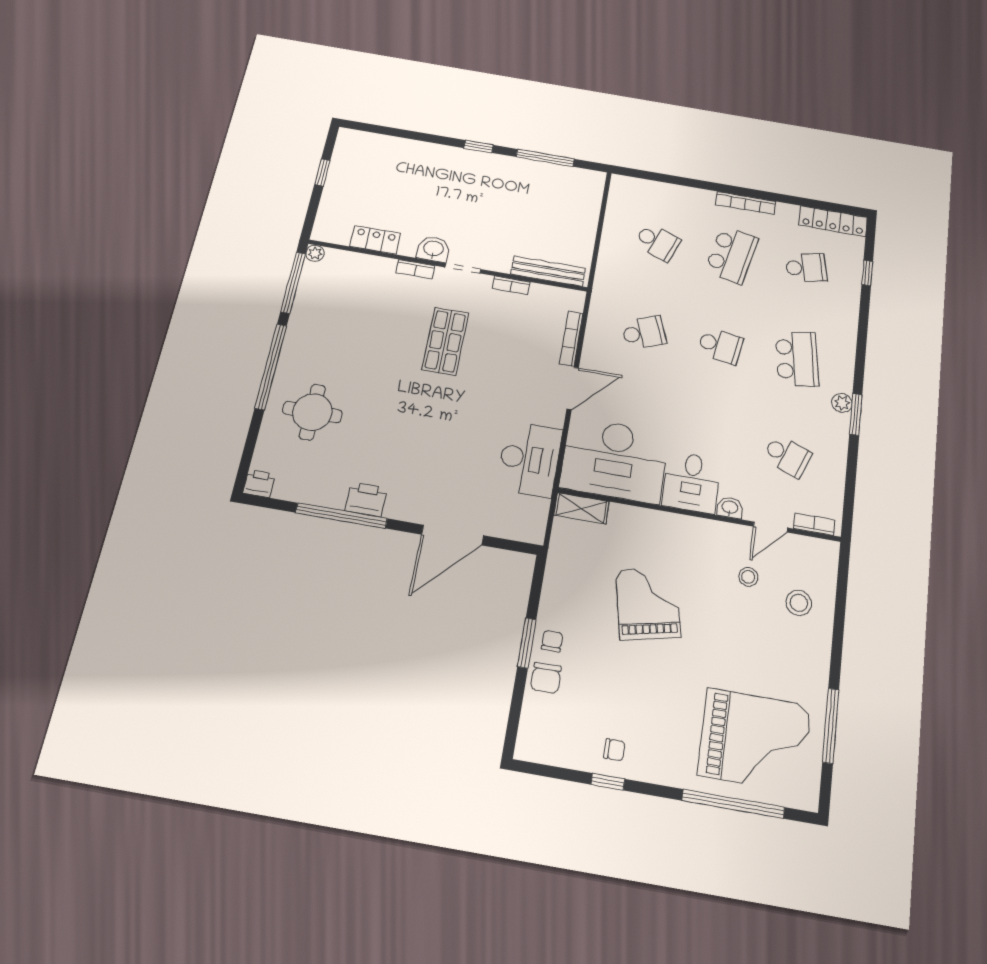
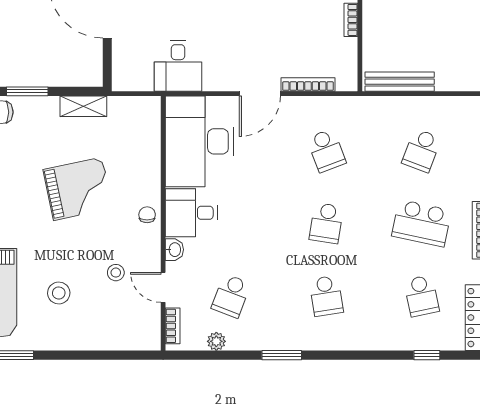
bench: (548, 271) -> (400, 82), moved, turned 90
school desk: (797, 359) -> (326, 296), width x0.54
door: (573, 388) -> (260, 94), hinge flipped
plant: (842, 403) -> (216, 341), moved
desk: (529, 459) -> (178, 66), width x0.73
shelving: (581, 508) -> (83, 106), moved, turned 90
stool: (799, 603) -> (59, 293), moved
chair: (552, 641) -> (147, 215), moved, turned -90

